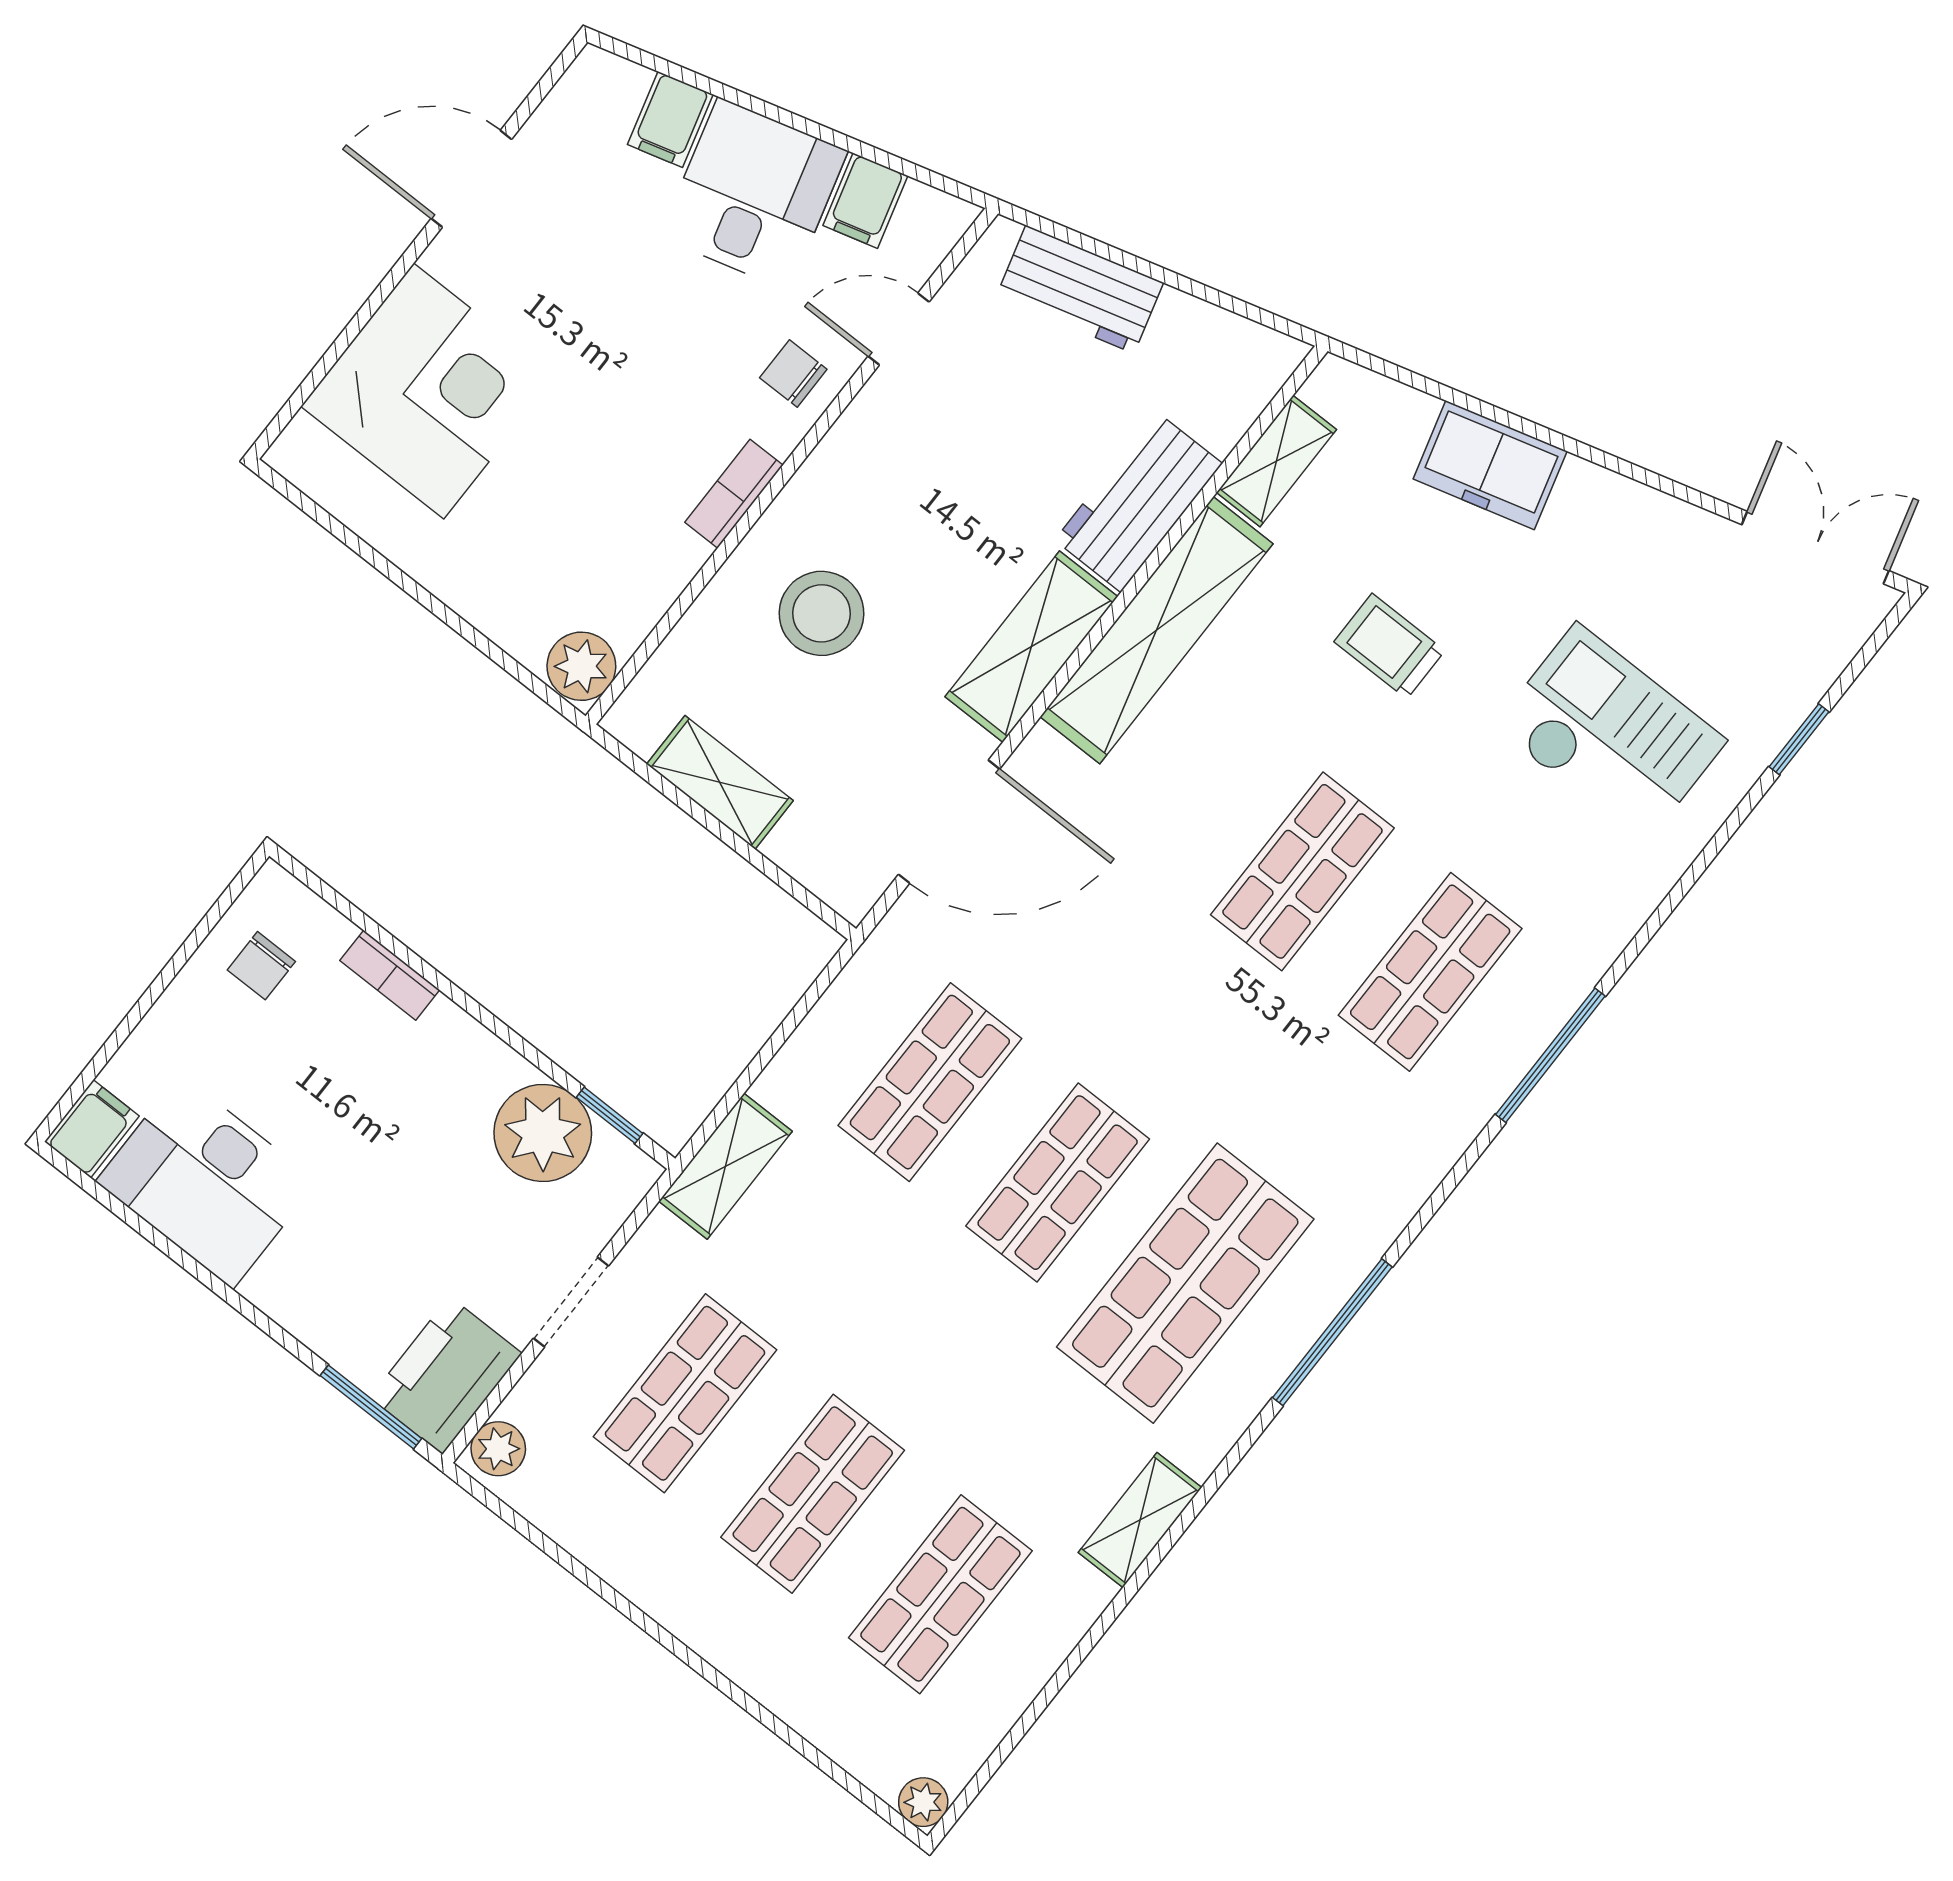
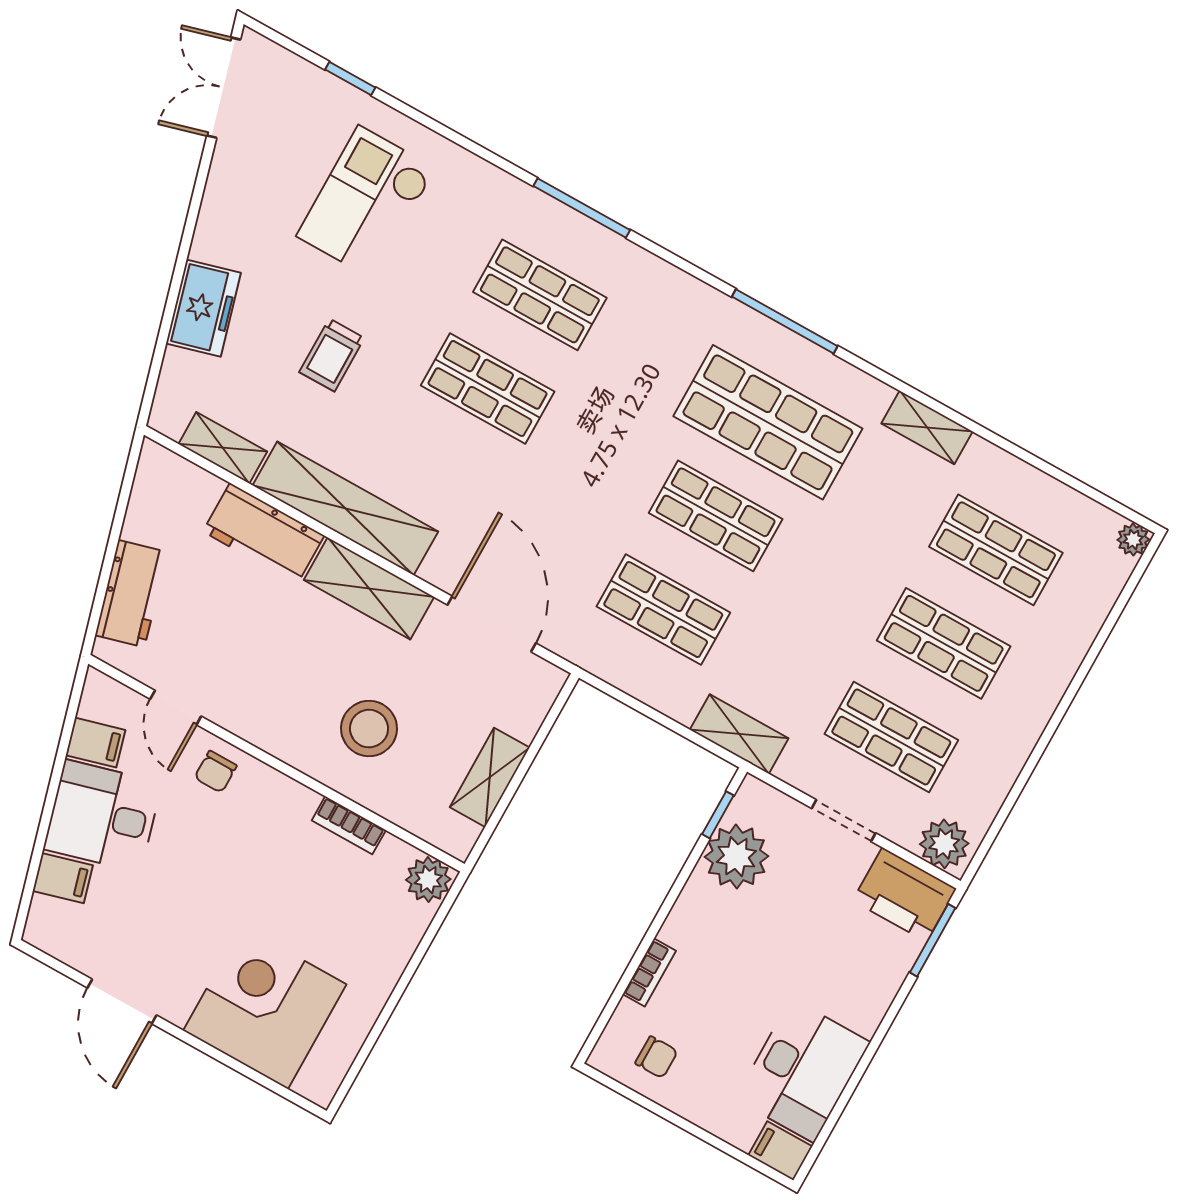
bookcase: (734, 494) -> (349, 825), moved
plant: (498, 1449) -> (944, 844), width x1.38, depth x1.38

